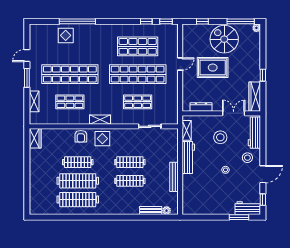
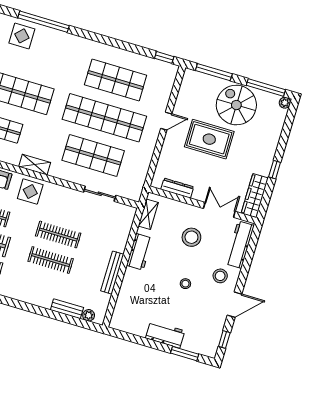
window: (146, 21) -> (137, 49), removed
window: (202, 21) -> (214, 72), width x2.17
shop shelf: (138, 102) -> (93, 156), width x1.43, depth x1.36
workbench: (188, 157) -> (140, 252), width x0.73
workbench: (248, 208) -> (165, 334), moved

